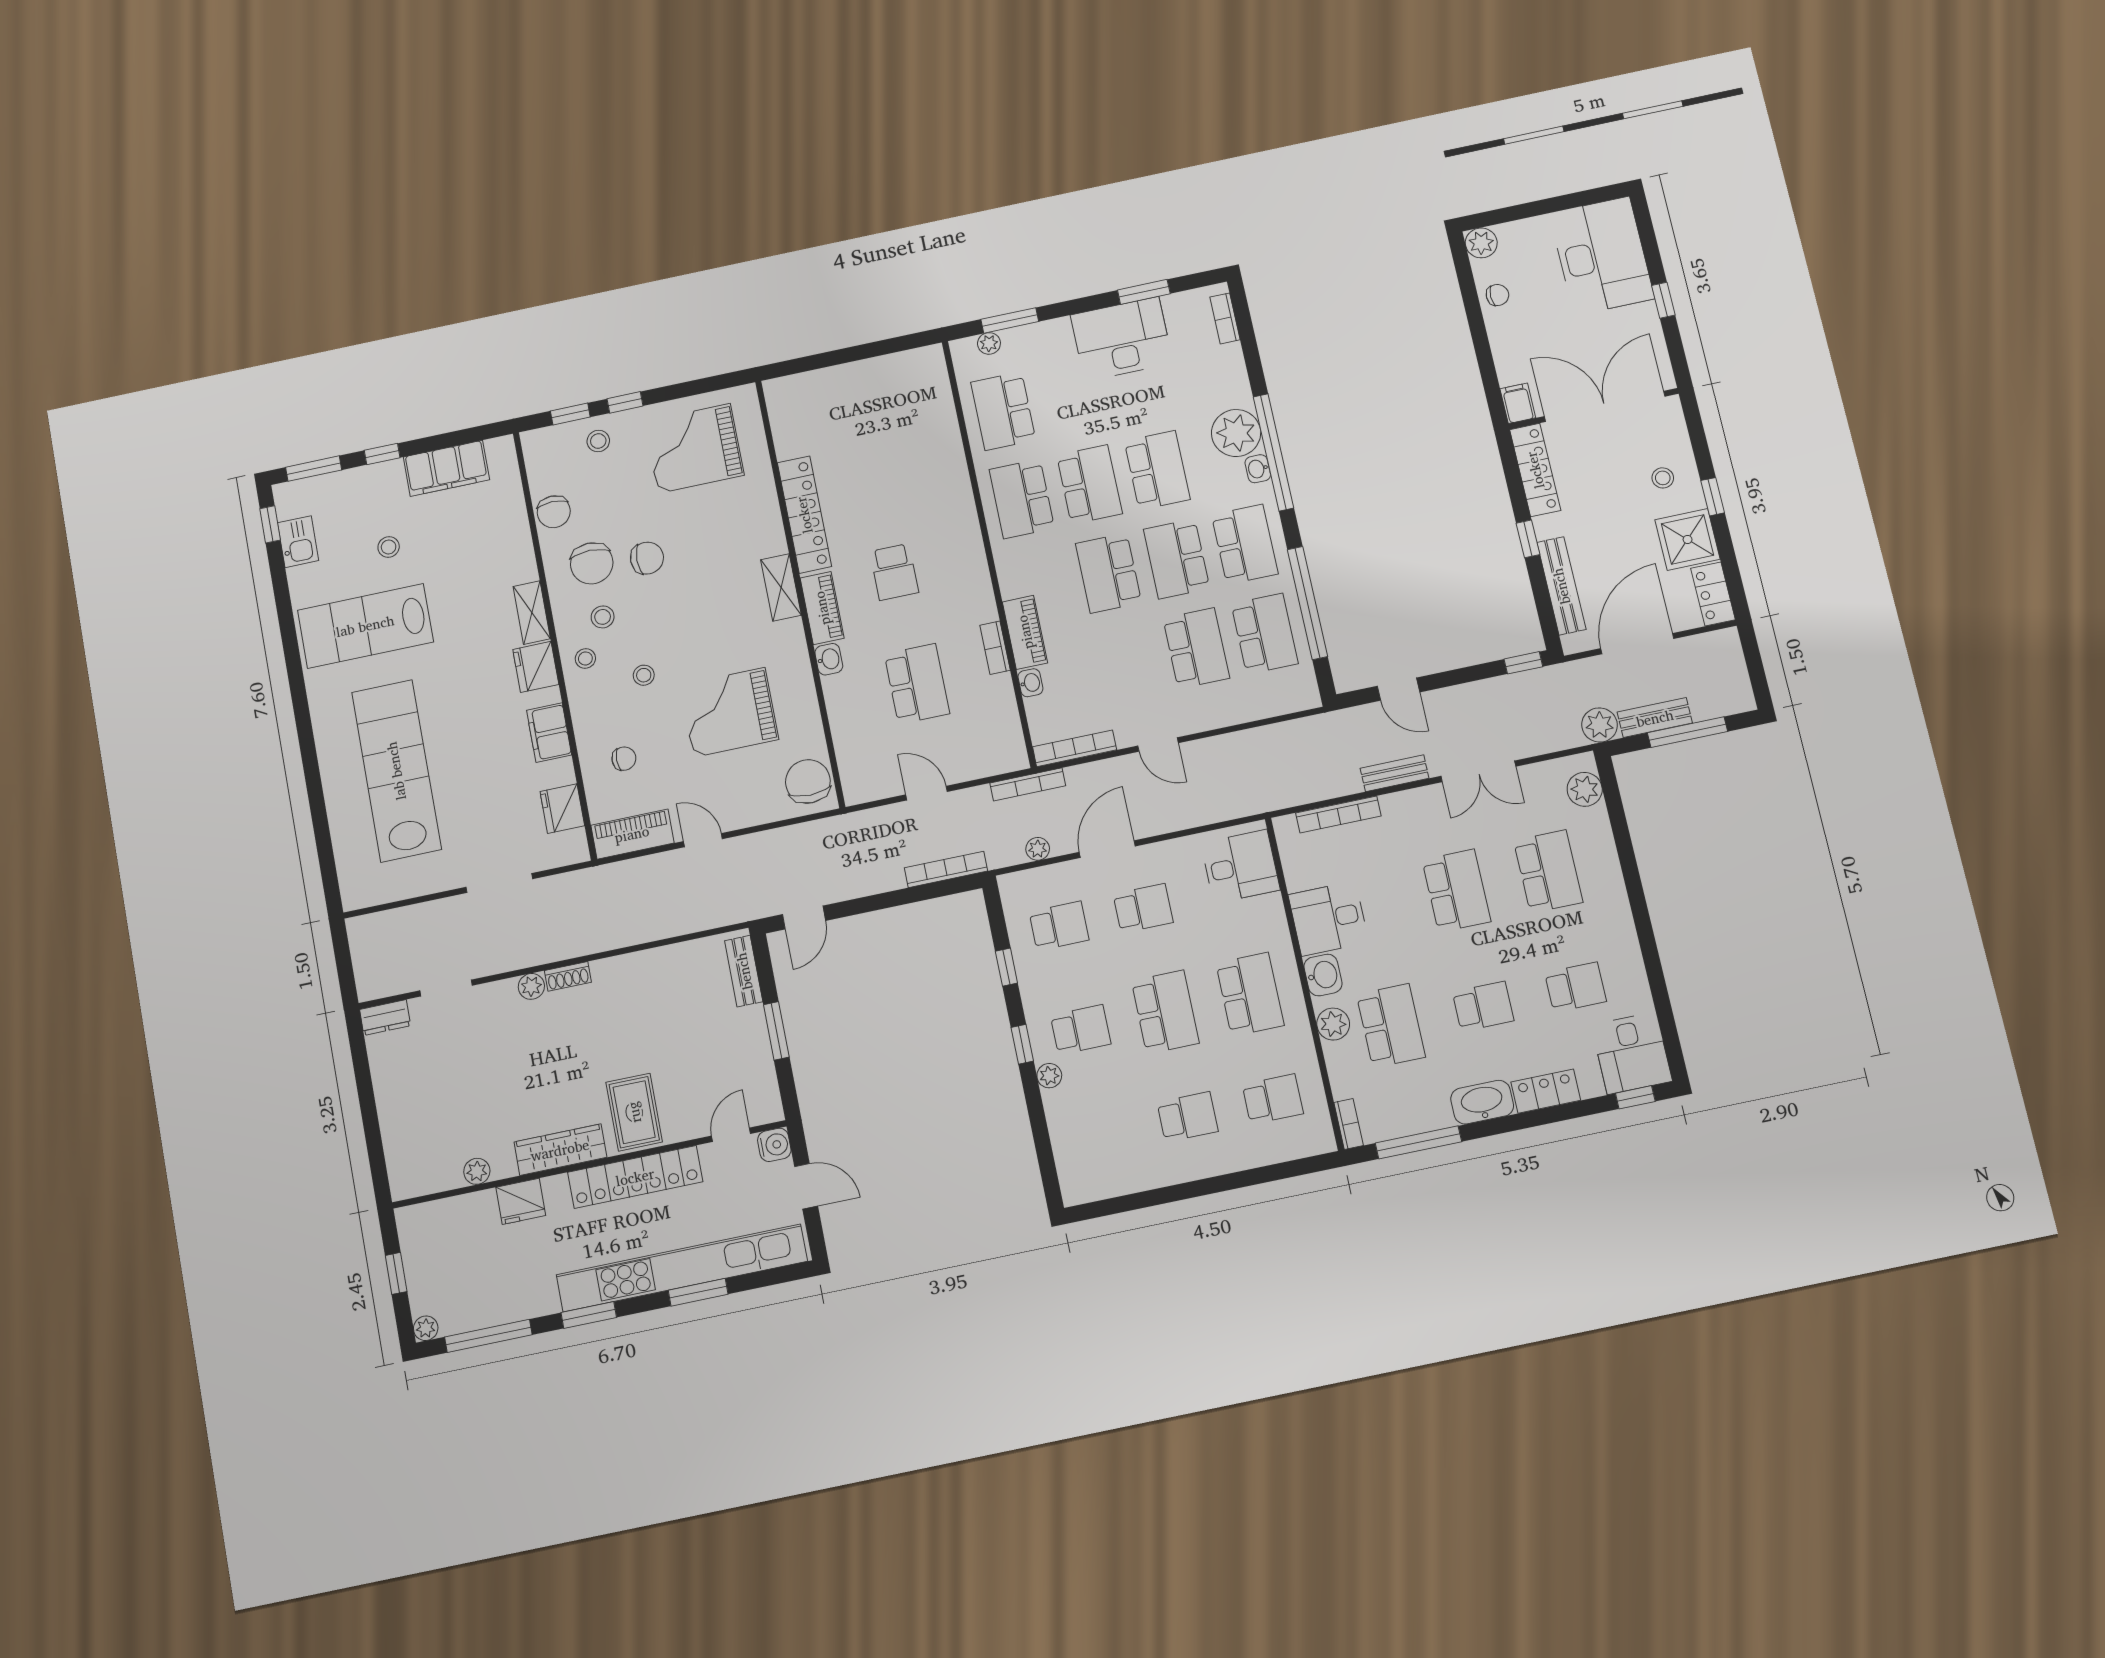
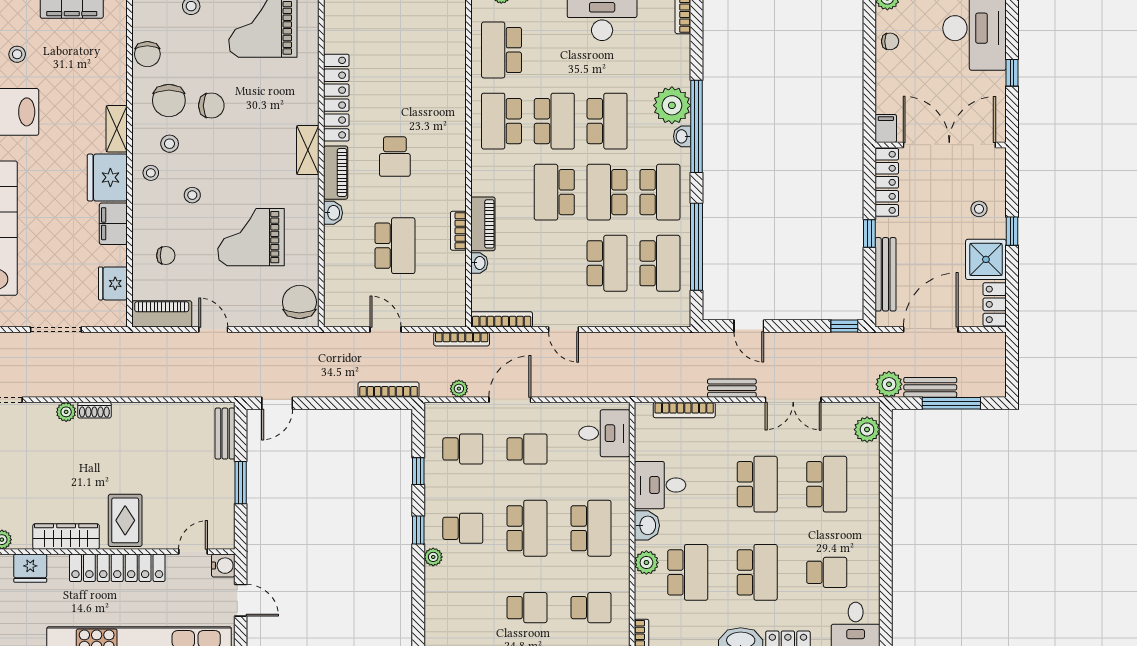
fridge: (536, 667) -> (107, 177), width x1.36, depth x1.34
school desk: (1483, 1006) -> (757, 572), width x1.85

